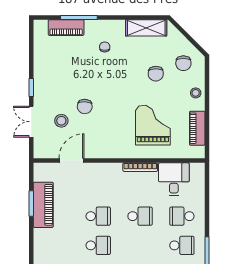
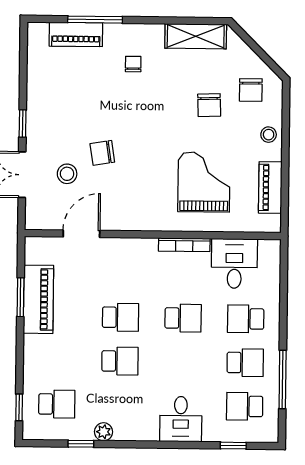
chair: (85, 106) -> (102, 153), turned 79

